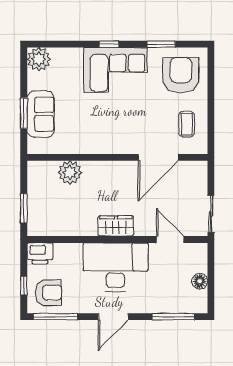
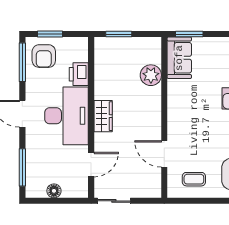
window: (24, 113) -> (189, 34), moved
sofa: (41, 114) -> (179, 58), moved, turned -90
door: (158, 157) -> (164, 154), width x0.73
printer: (40, 253) -> (79, 74), moved
window: (24, 286) -> (50, 34), width x1.50

